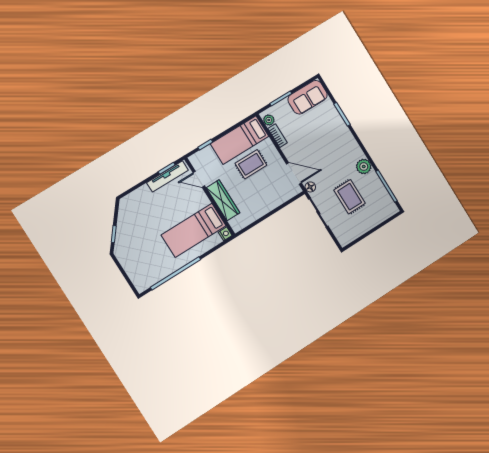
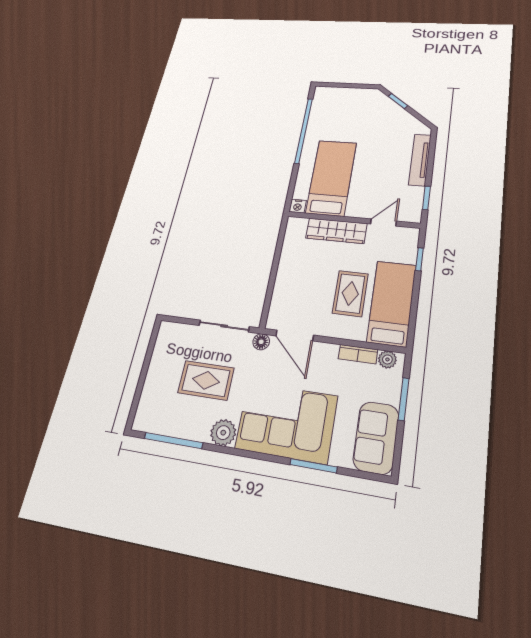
corner sofa: (335, 142) -> (286, 422), added
door: (294, 173) -> (295, 335), hinge flipped
tv unit: (167, 176) -> (420, 160), moved

